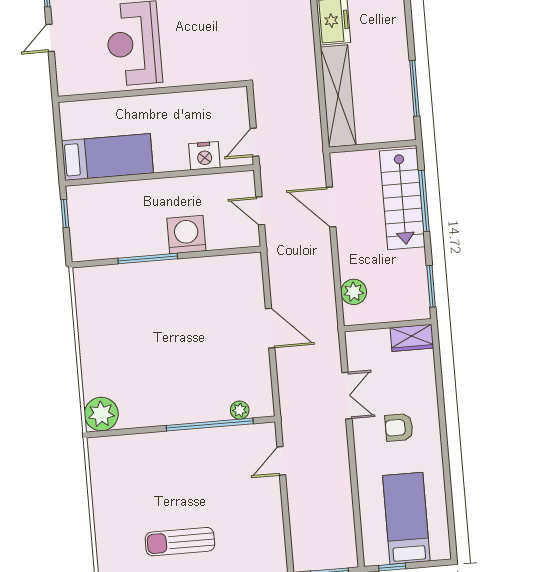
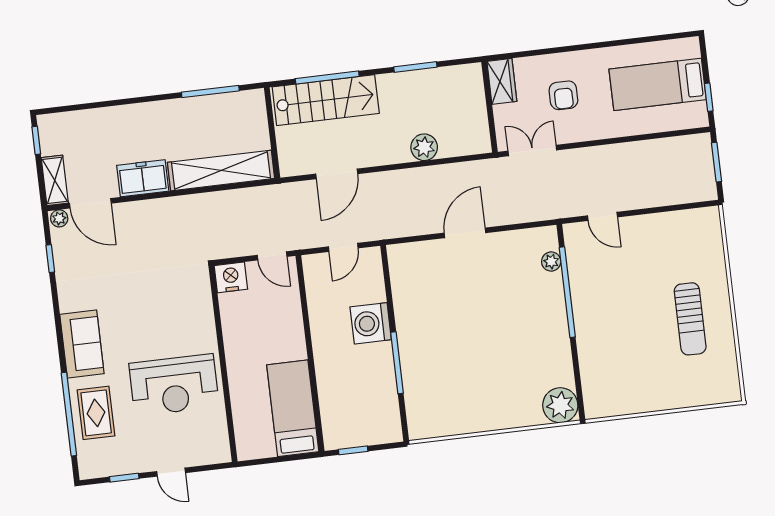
nightstand: (204, 156) -> (231, 277), moved, turned -90
wall: (388, 325) -> (489, 107), moved
wardrobe: (412, 338) -> (502, 81), moved

